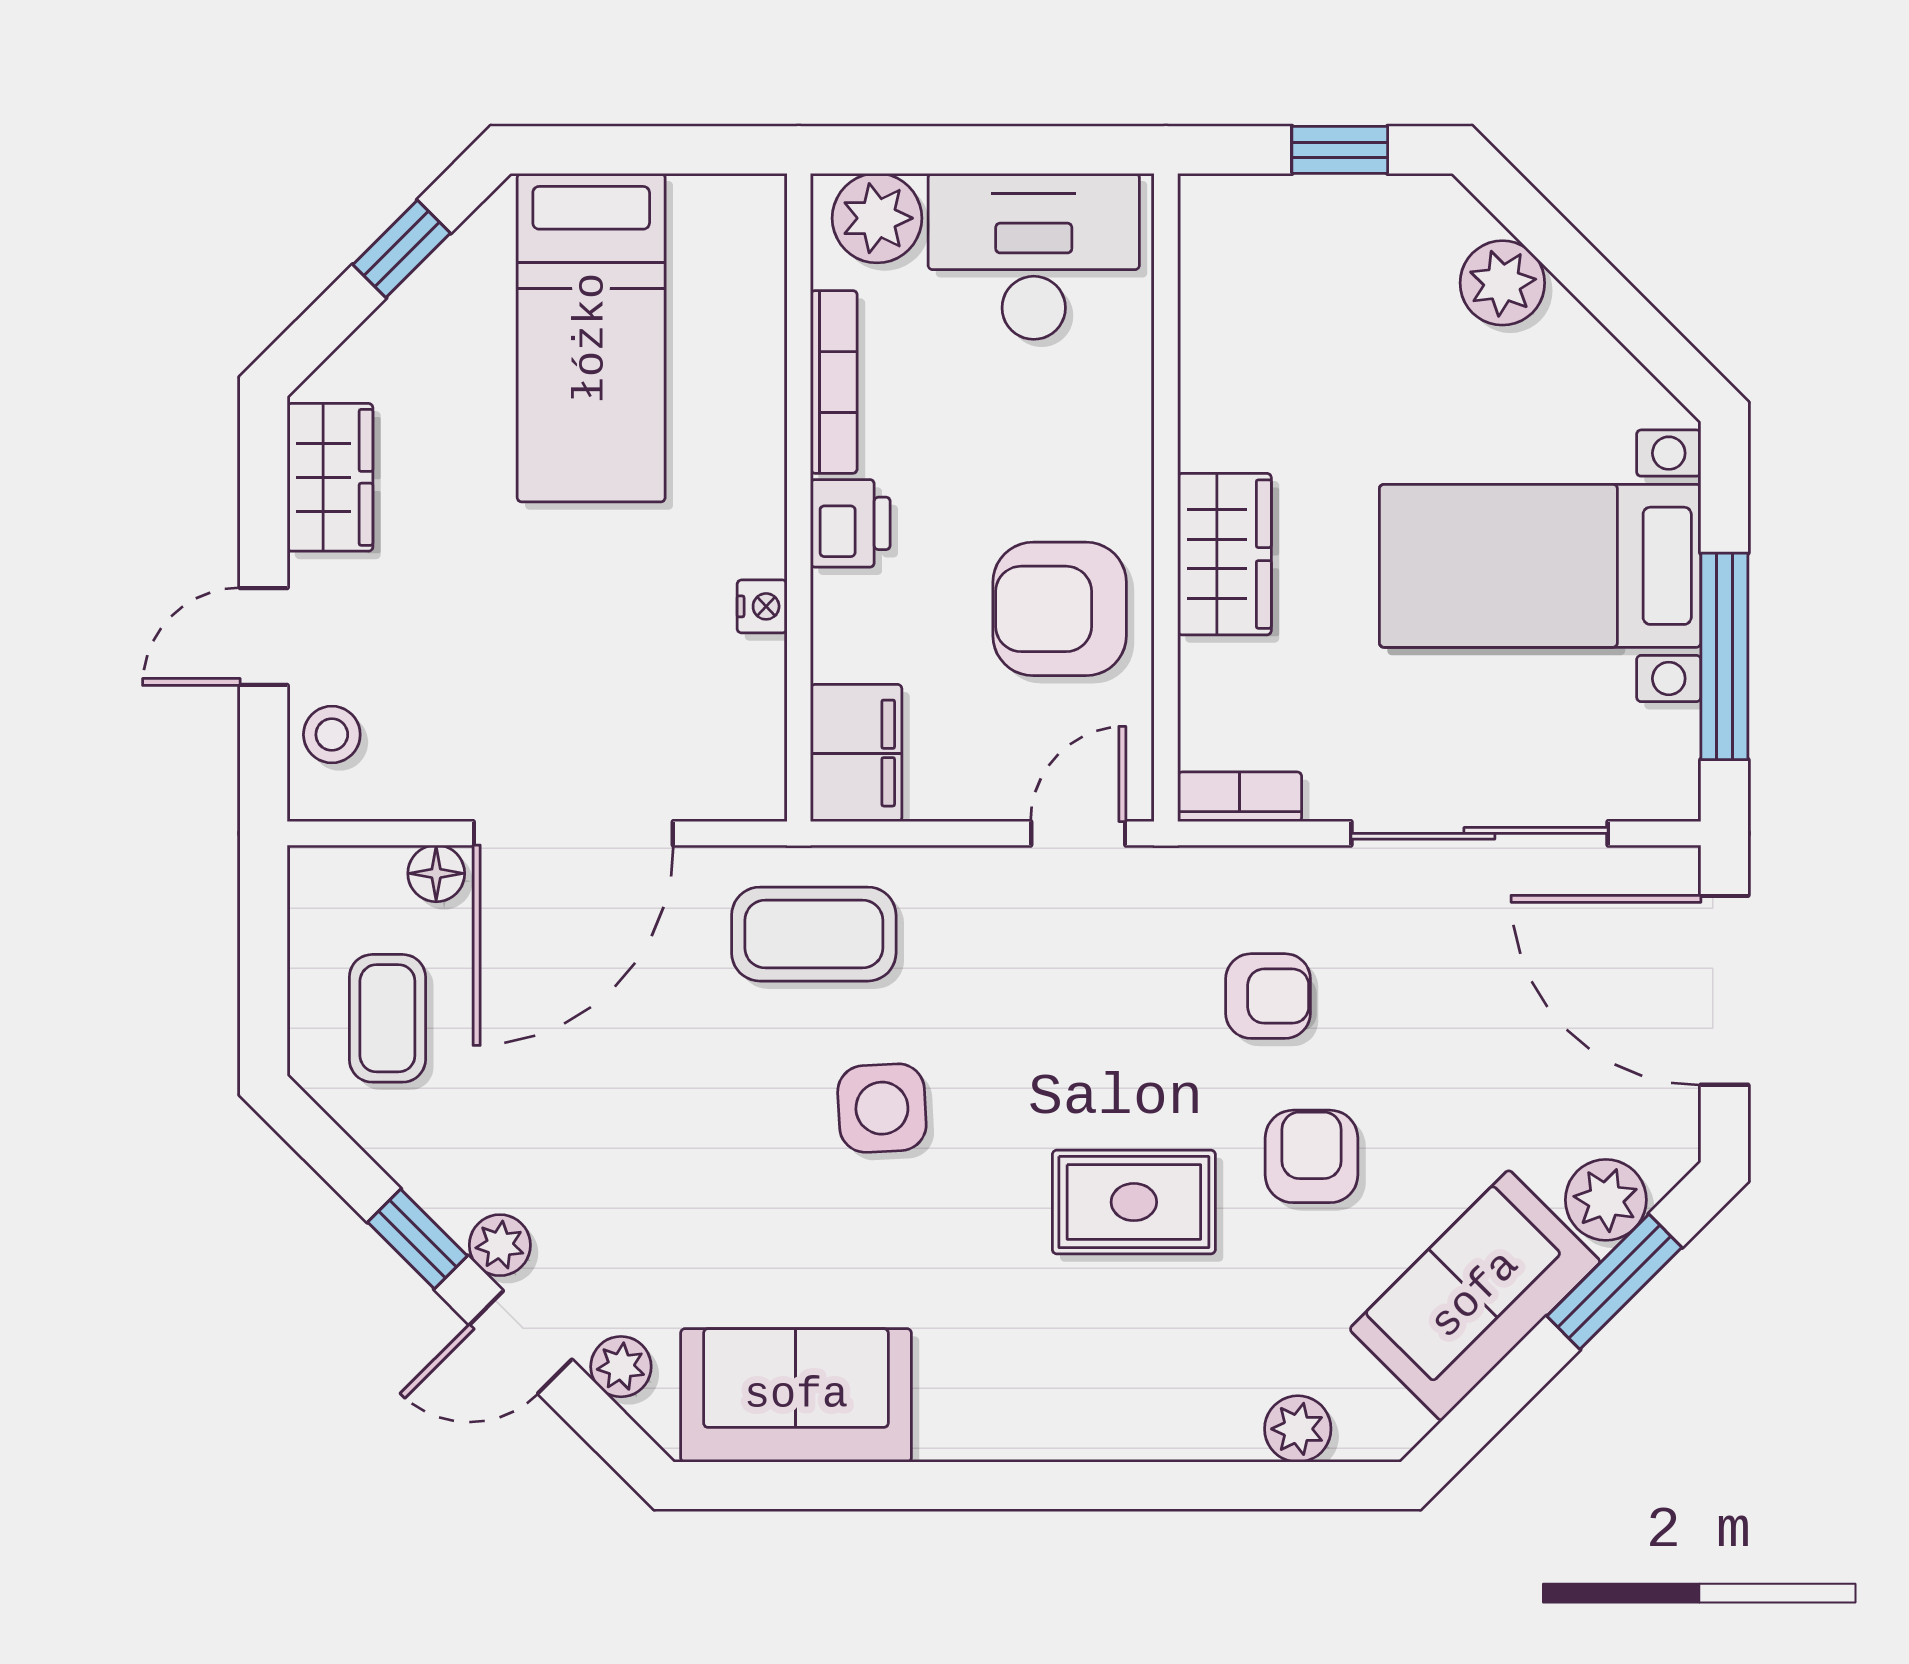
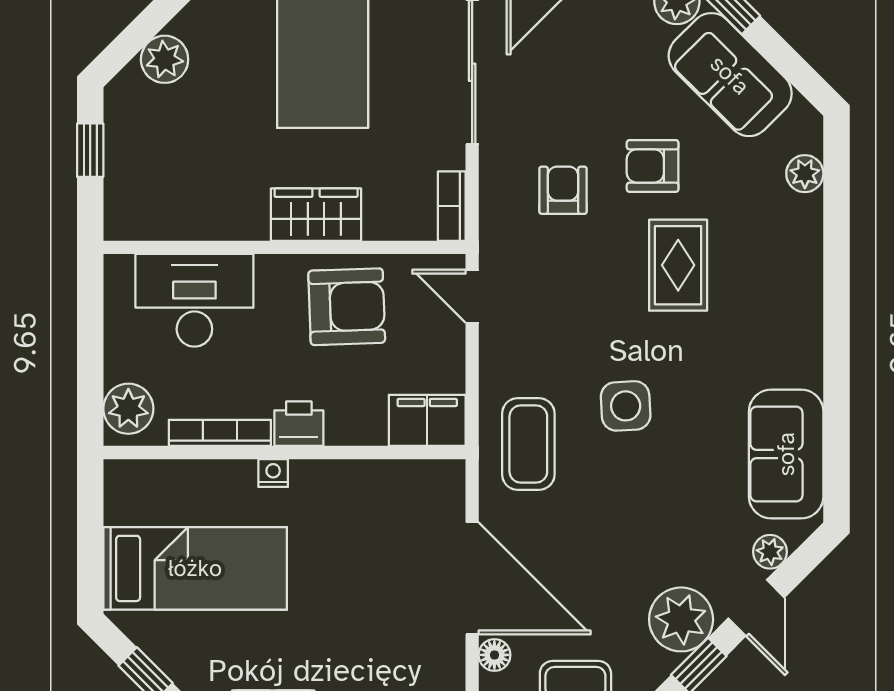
desk: (1034, 256) -> (194, 300), moved, turned 90
nightstand: (762, 606) -> (273, 473), moved
armchair: (1060, 609) -> (347, 307), turned -92
plant: (500, 1245) -> (681, 619), width x1.88, depth x1.88

